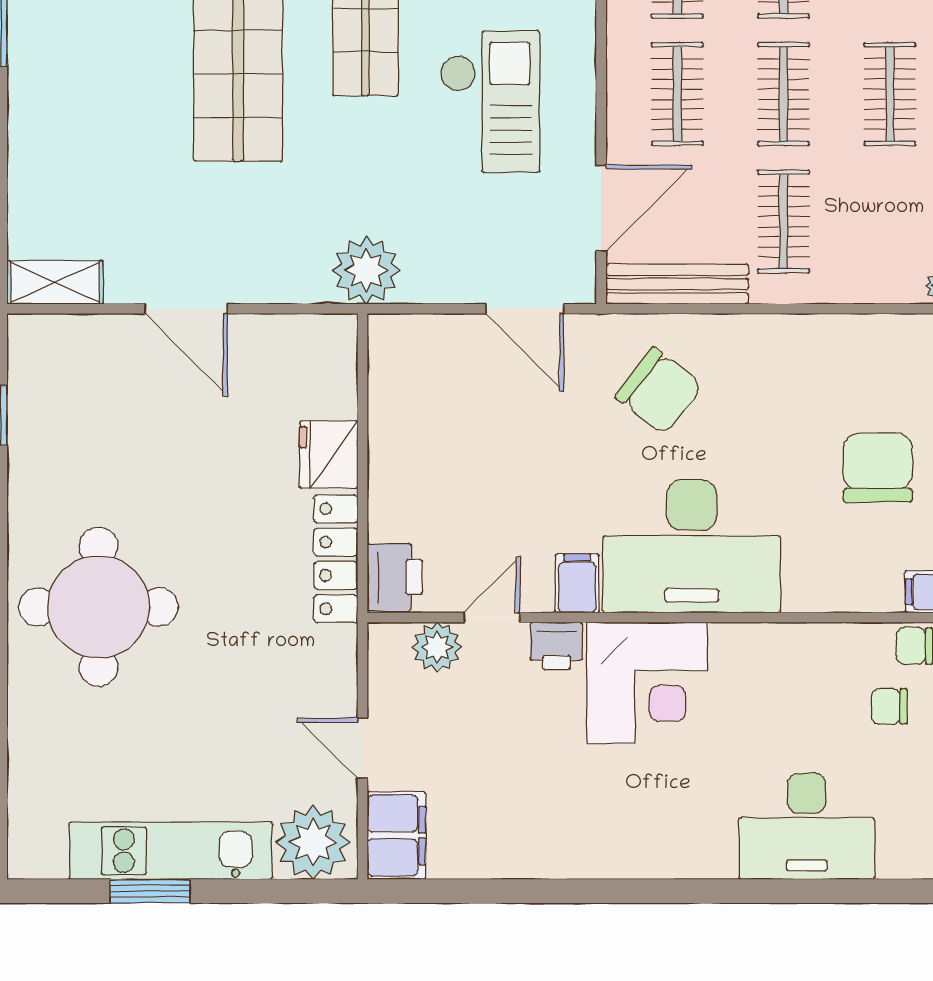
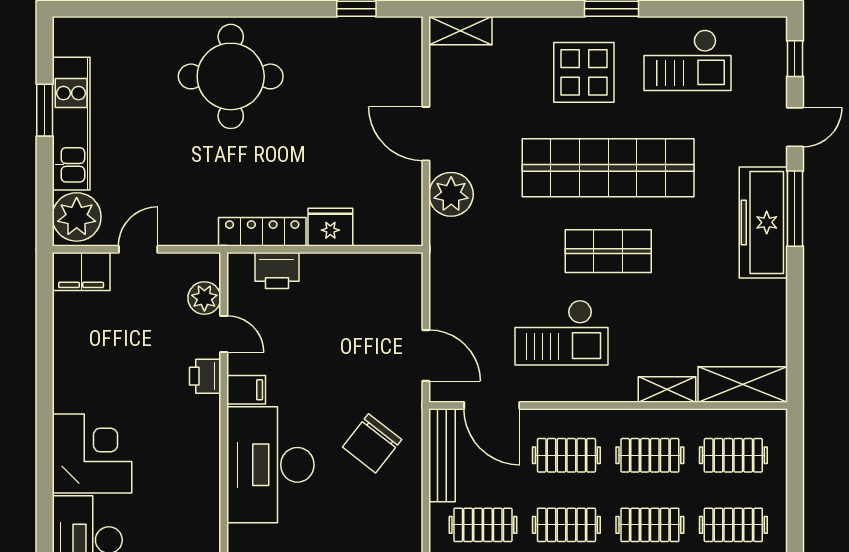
display table: (92, 67) -> (584, 72), added
plant: (366, 270) -> (451, 194), moved
shelving: (55, 282) -> (460, 31), moved, turned 90
door: (186, 309) -> (426, 134), hinge flipped
door: (525, 309) -> (426, 355), swing flipped
printer: (395, 577) -> (277, 270), moved
corner desk: (647, 683) -> (92, 454), moved, turned 180

